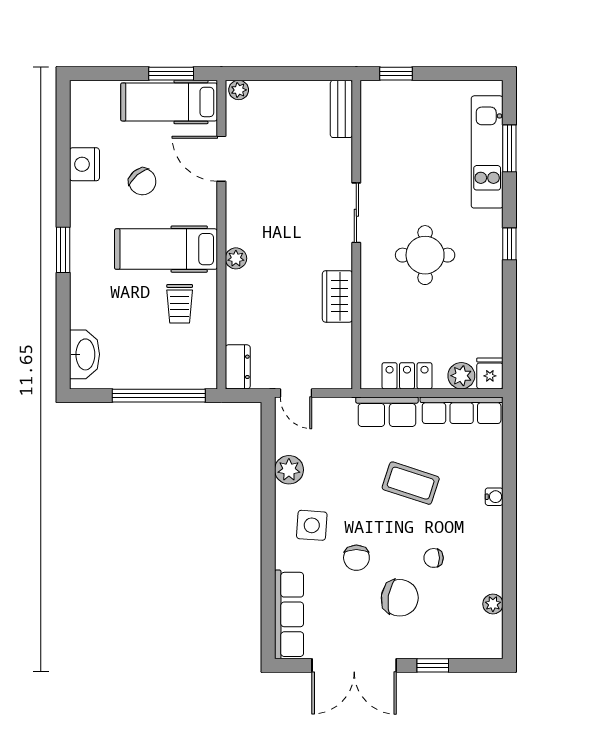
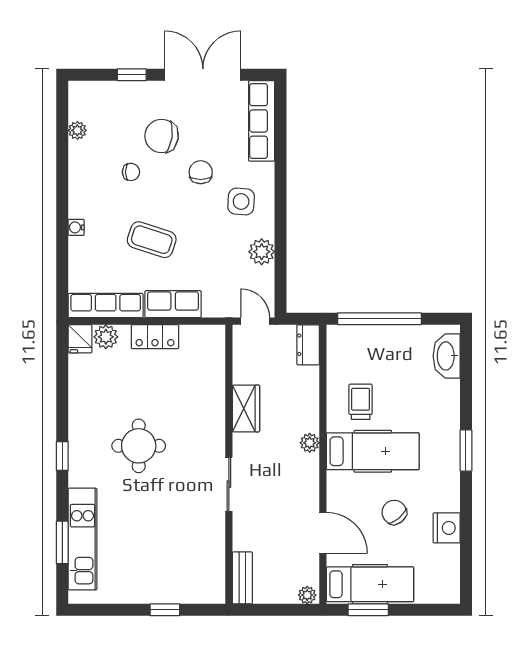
bench: (341, 109) -> (242, 578), moved
sliding door: (356, 213) -> (229, 484), moved
wall: (356, 235) -> (229, 464), moved
wardrobe: (337, 296) -> (246, 408), moved

